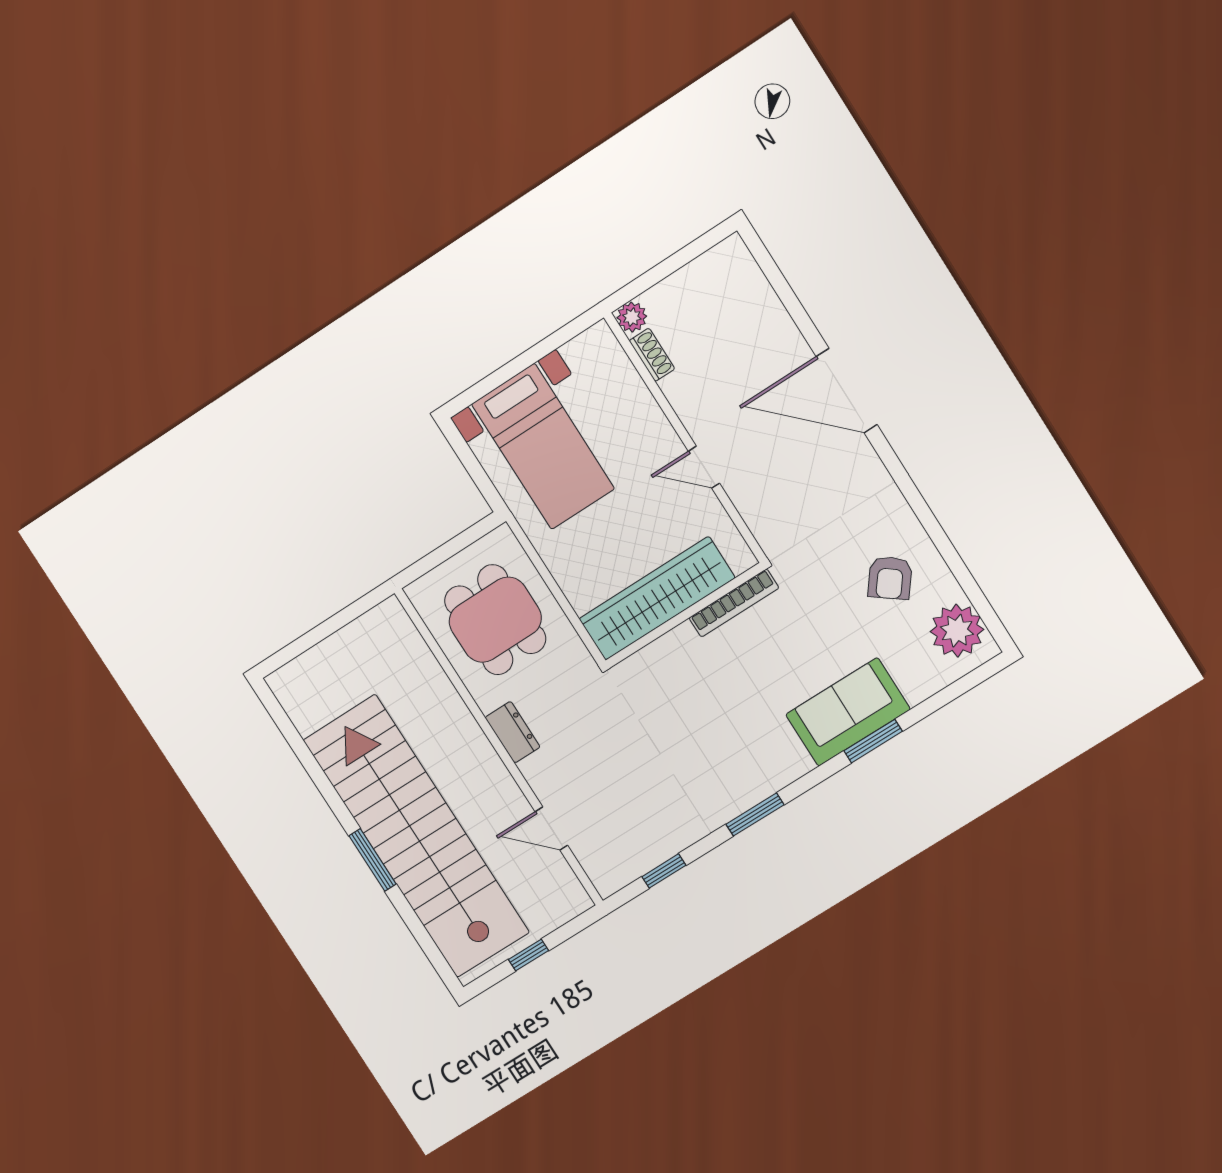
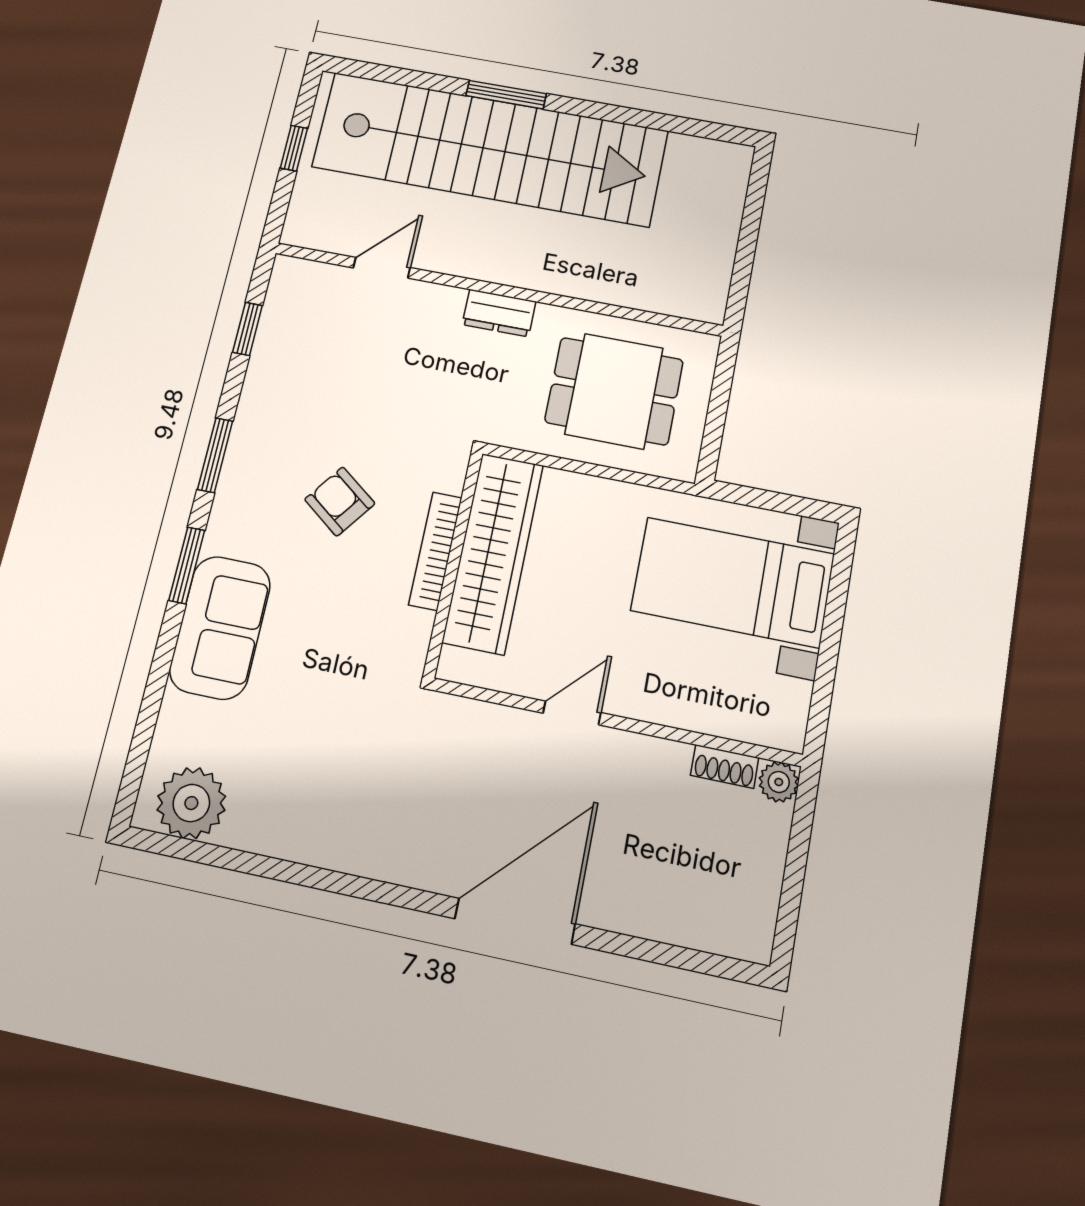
armchair: (890, 578) -> (340, 501), moved
bookcase: (734, 603) -> (435, 551), moved
window: (873, 741) -> (187, 565), moved

